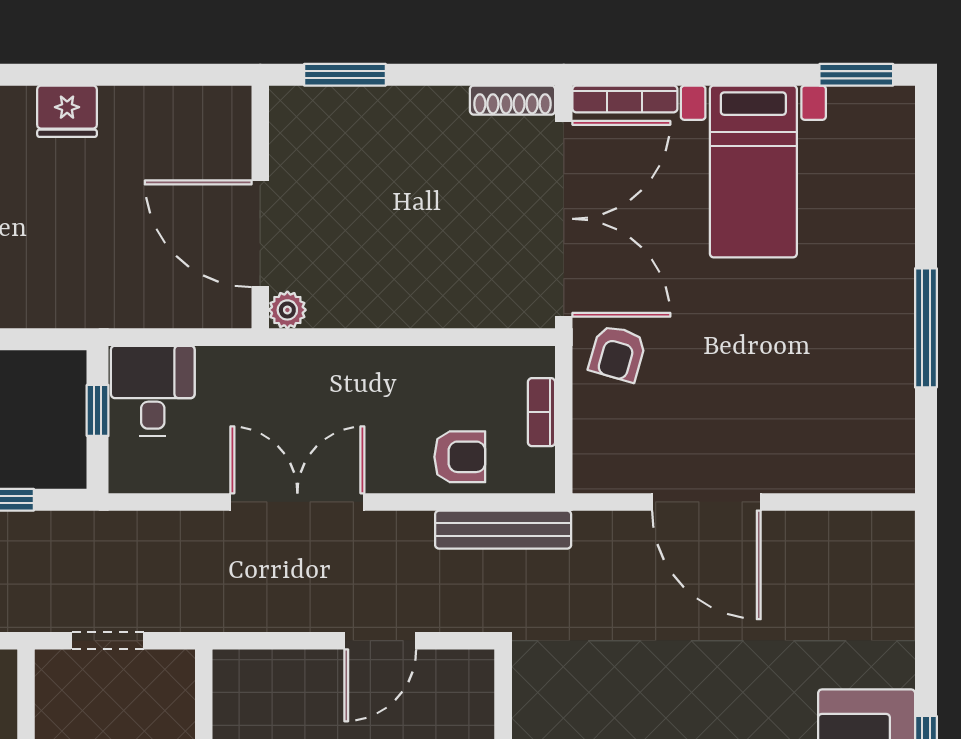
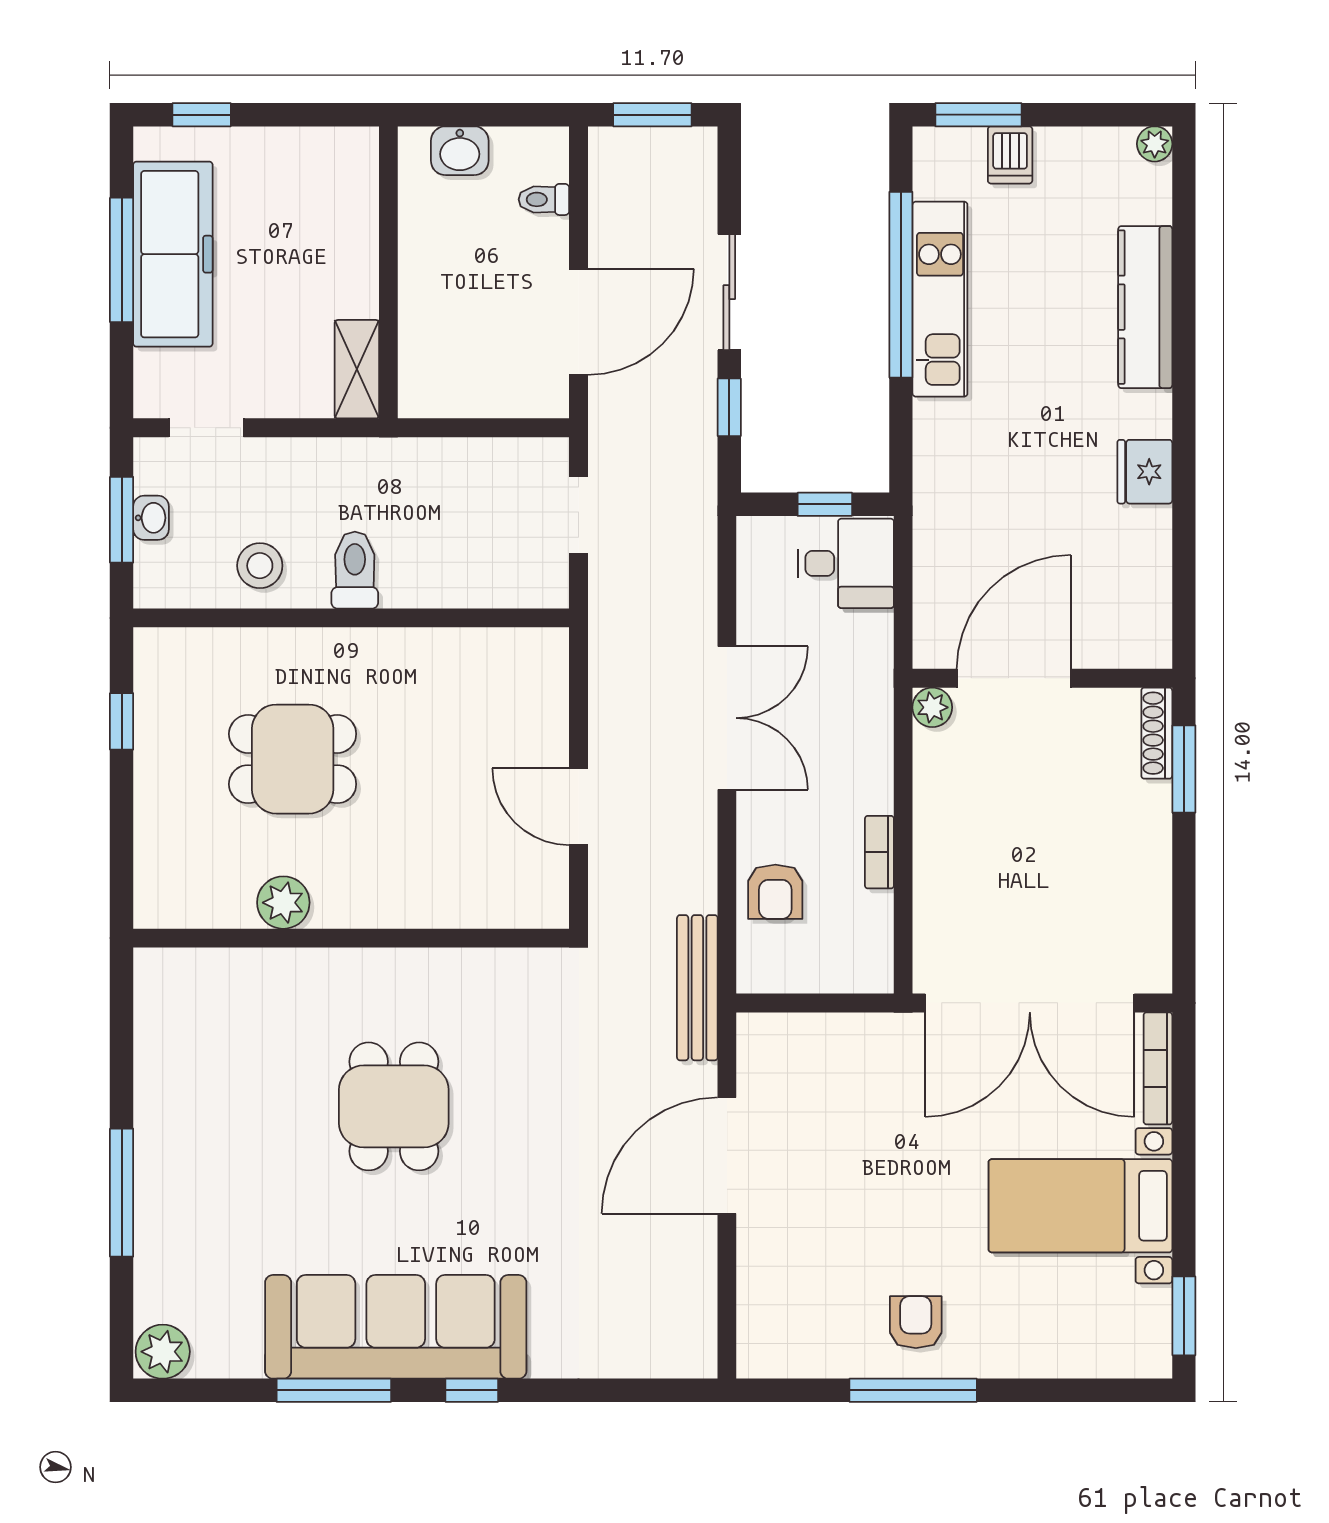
shoe rack: (513, 100) -> (1157, 733), moved
armchair: (617, 353) -> (916, 1322), moved, turned 74
bookcase: (542, 412) -> (879, 852), moved, turned -90
bench: (503, 530) -> (697, 988), moved

